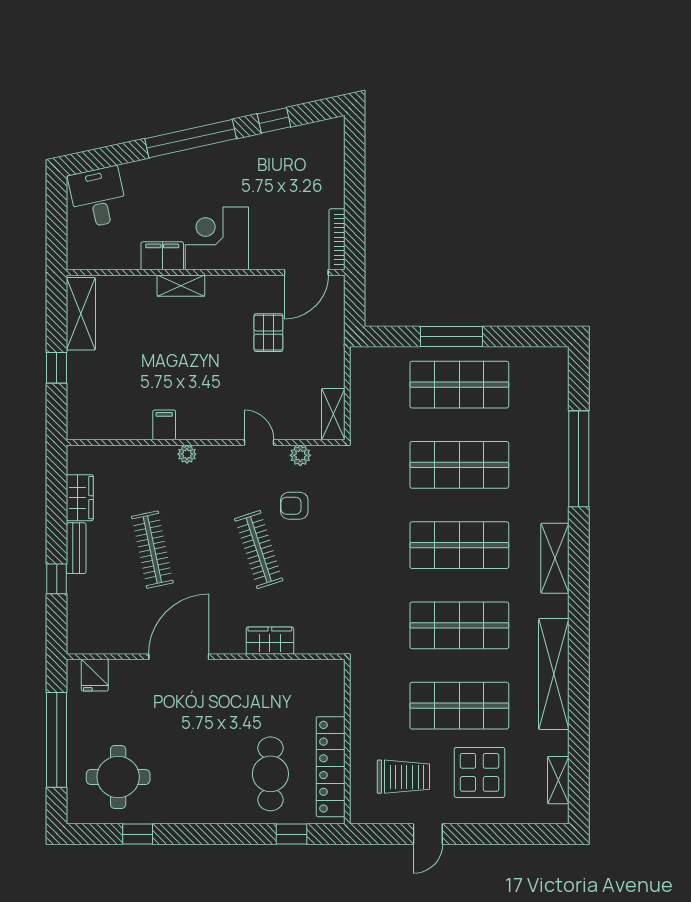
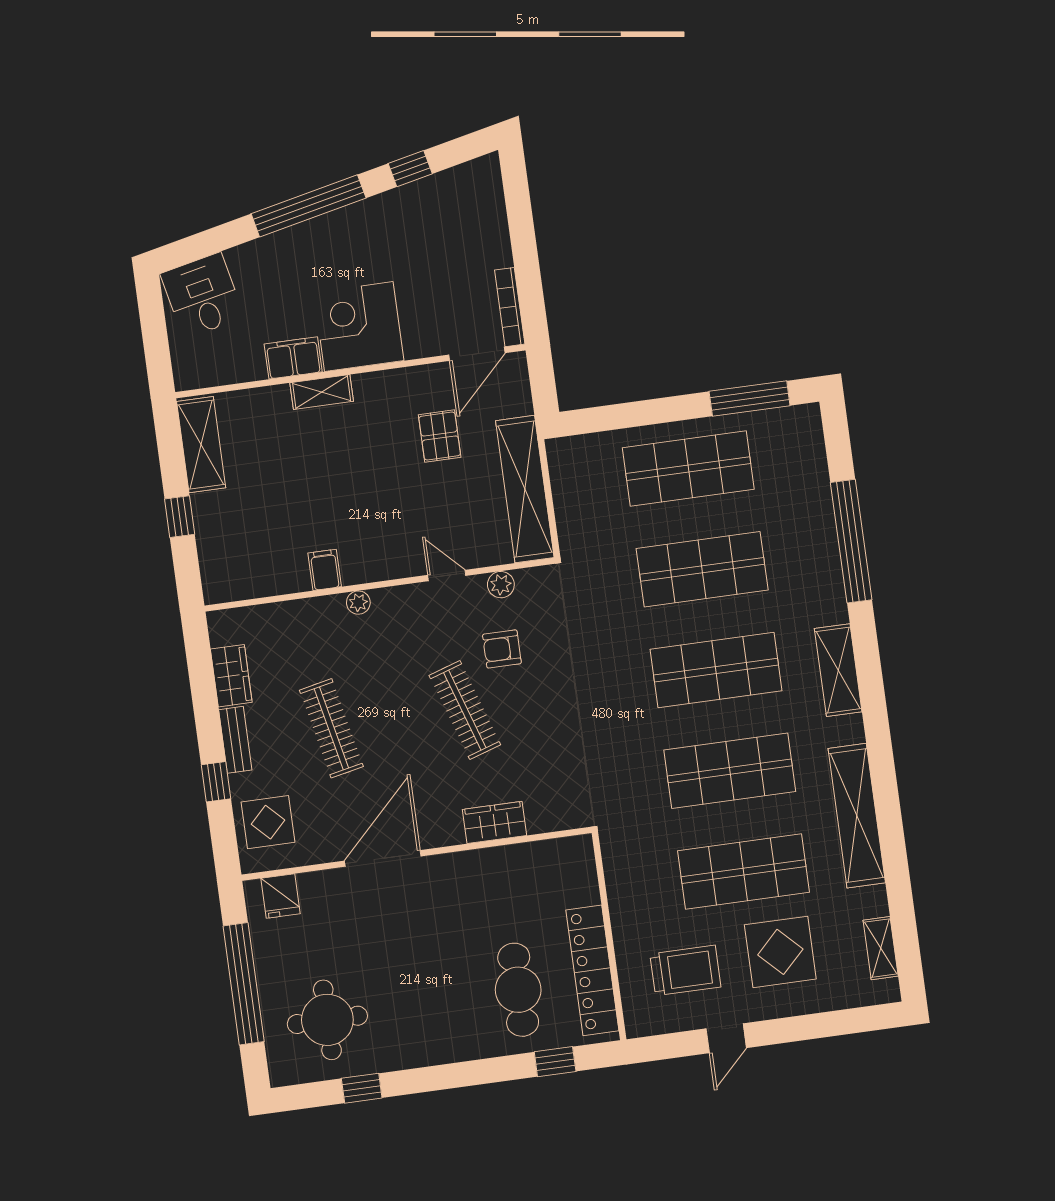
window: (452, 336) -> (750, 398), moved
shelving: (333, 414) -> (525, 489), width x2.20, depth x1.33
display table: (93, 616) -> (268, 822), added

